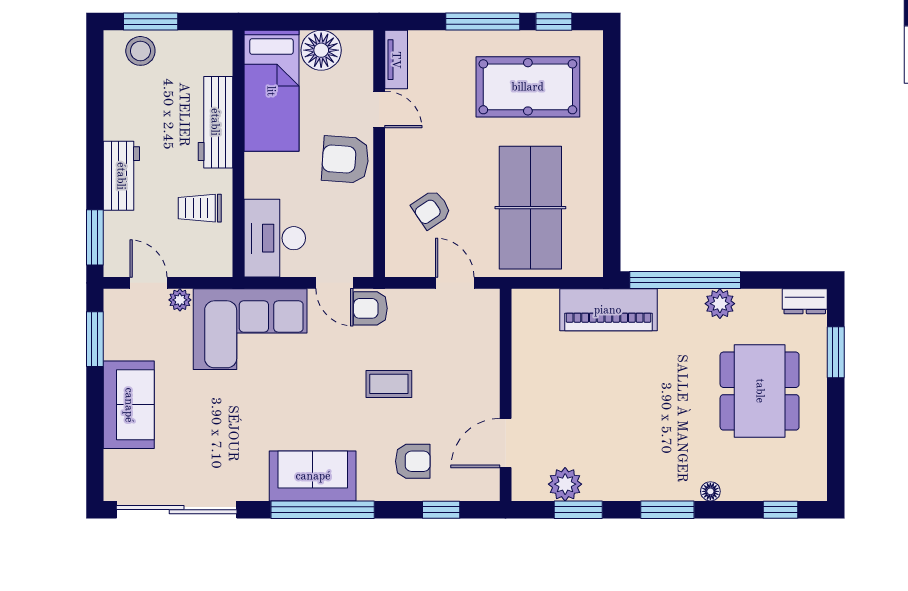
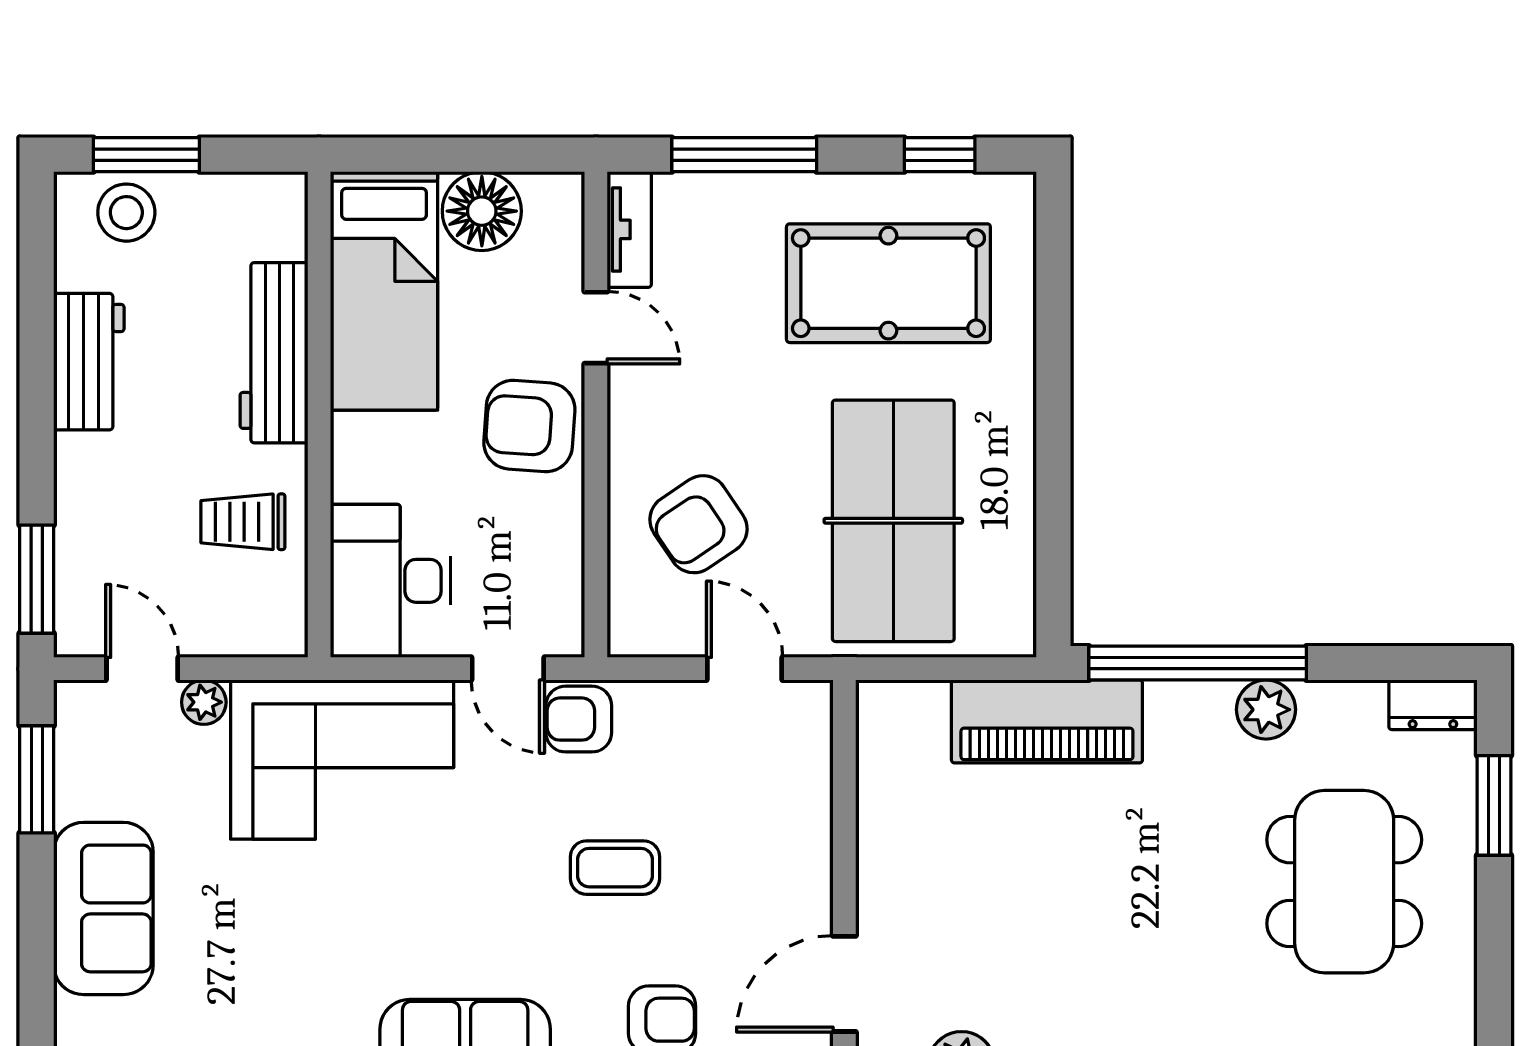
window: (483, 22) -> (744, 155), moved
workbench: (121, 176) -> (89, 362), moved
armchair: (431, 209) -> (698, 524), width x1.38, depth x1.38

